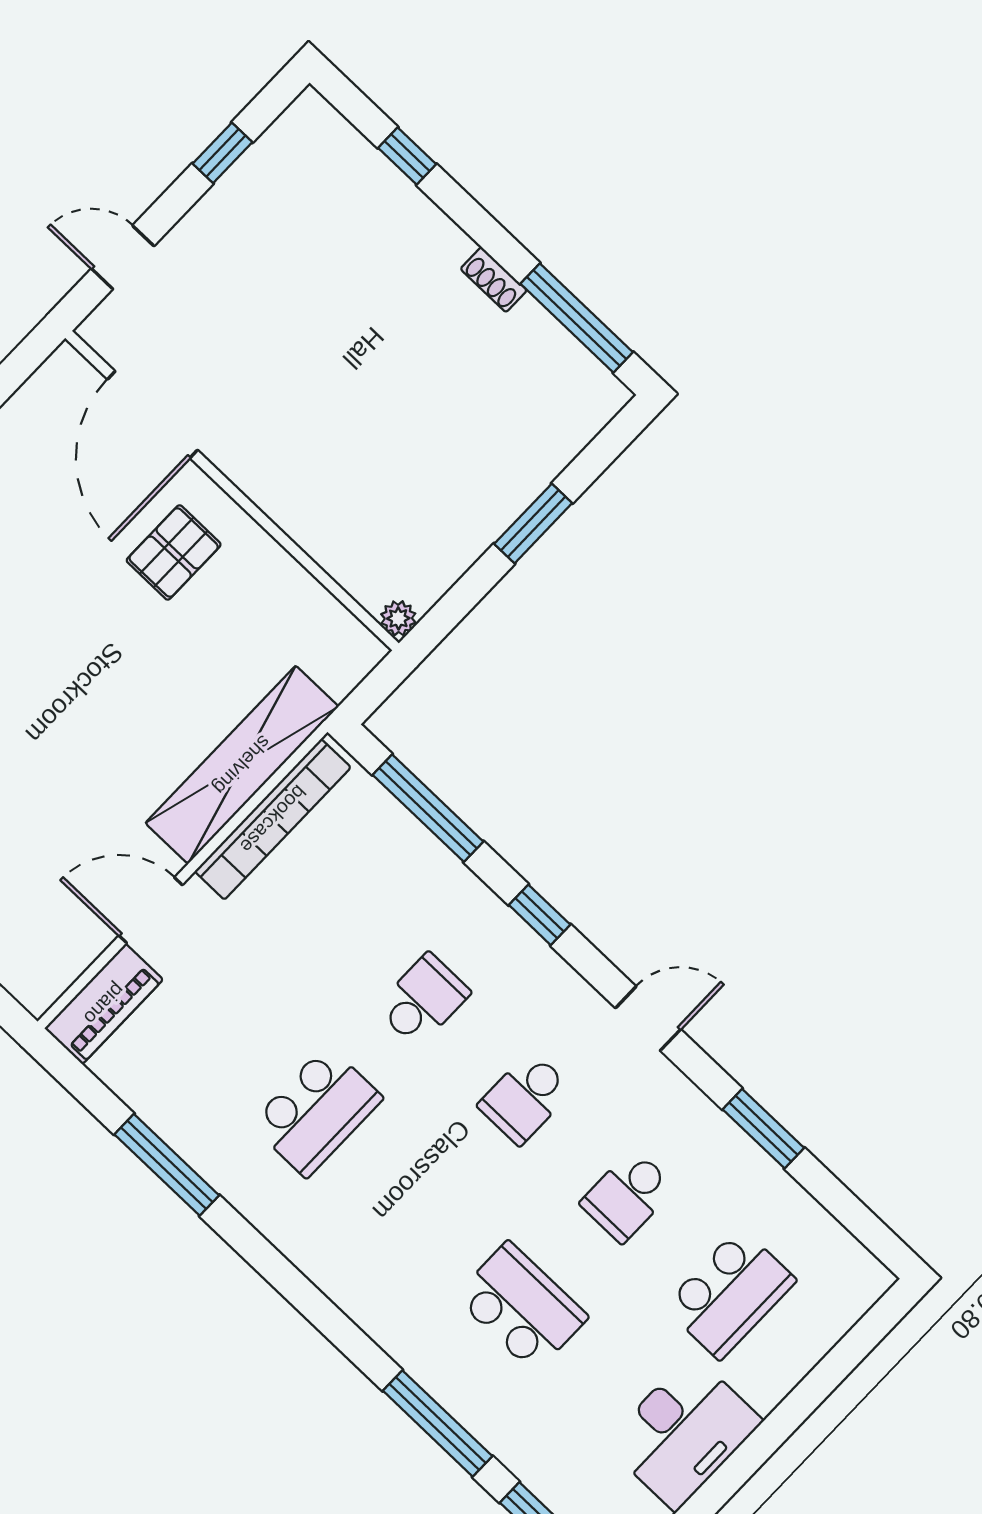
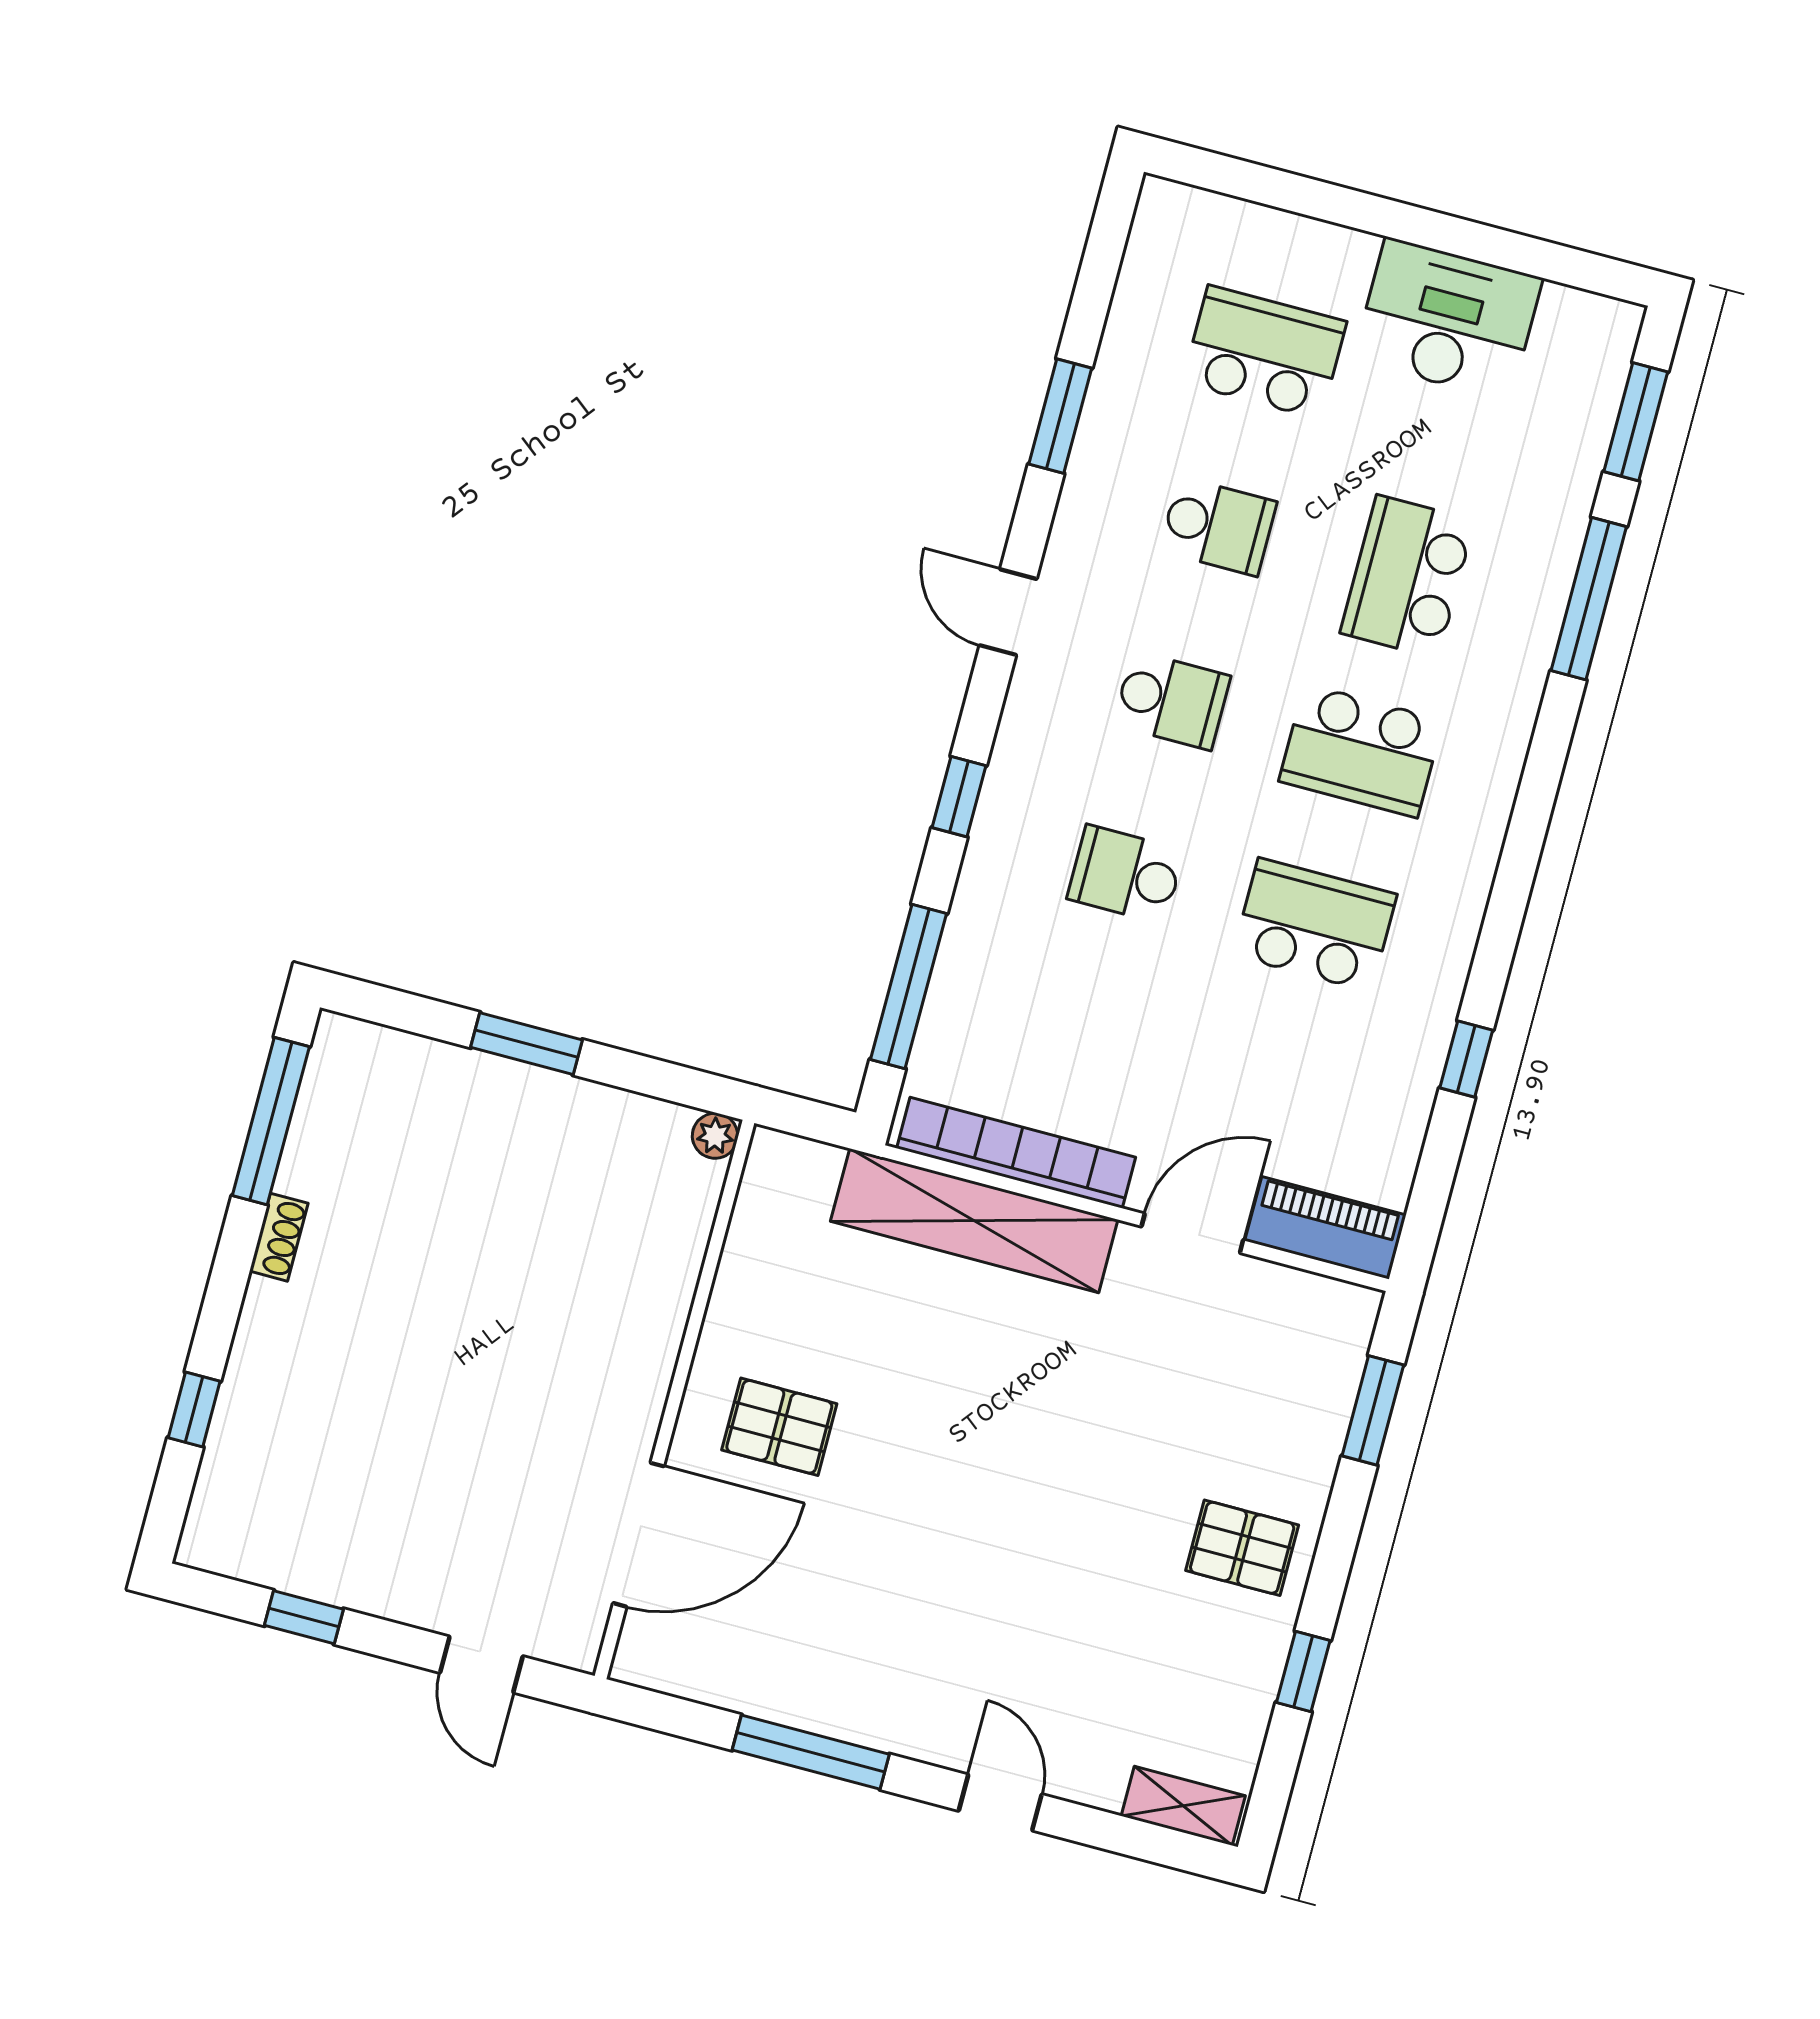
door: (151, 910) -> (1192, 1233), swing flipped
window: (167, 1165) -> (1466, 1059), width x0.46
school desk: (419, 1209) -> (1361, 751), added

